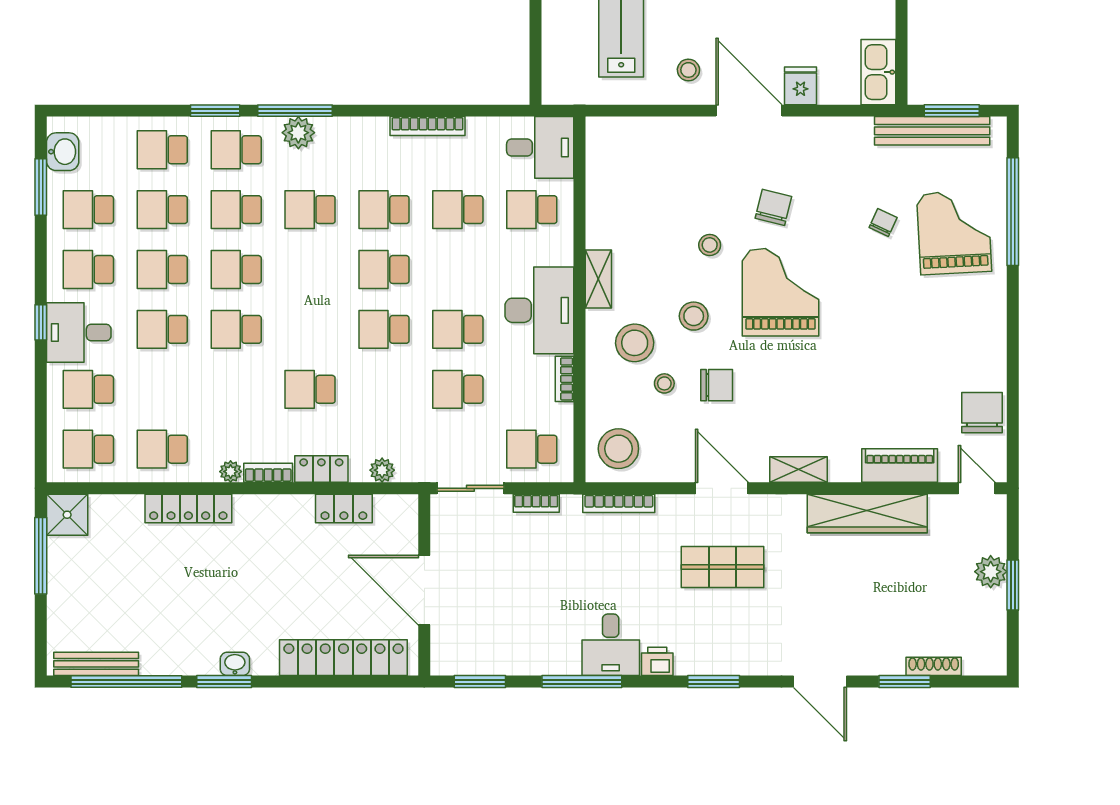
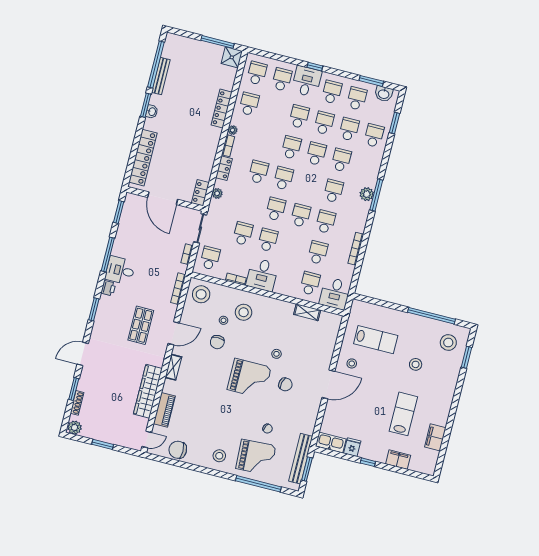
fridge: (800, 86) -> (352, 447), moved, turned -90
window: (215, 111) -> (394, 123), moved
school desk: (236, 150) -> (283, 178), moved
shelving: (598, 279) -> (307, 312), moved
desk: (539, 310) -> (262, 275), width x0.73
stool: (694, 316) -> (219, 456), moved
chair: (982, 413) -> (178, 450), turned 180
locker: (344, 508) -> (200, 193), moved
plant: (991, 572) -> (75, 428), moved
door: (424, 590) -> (163, 198), swing flipped
bench: (96, 664) -> (161, 76), moved

